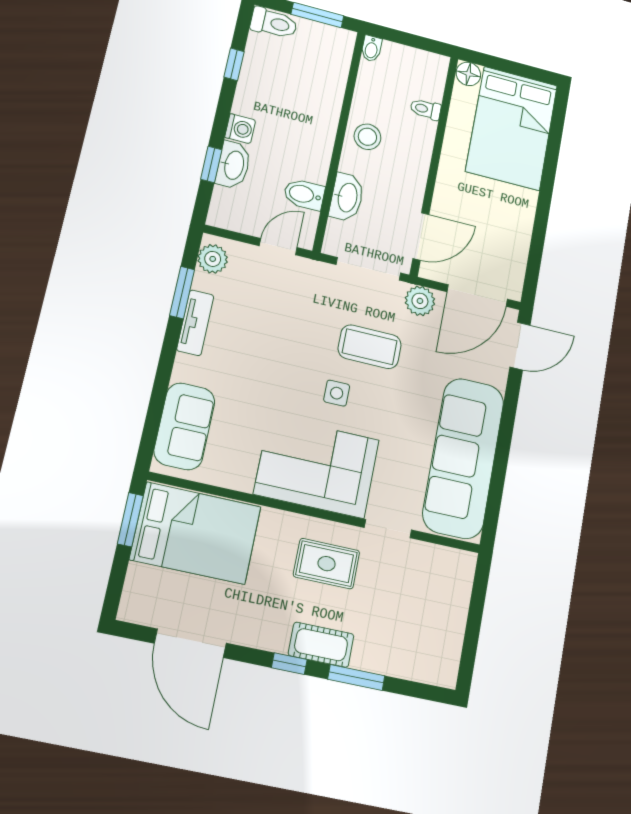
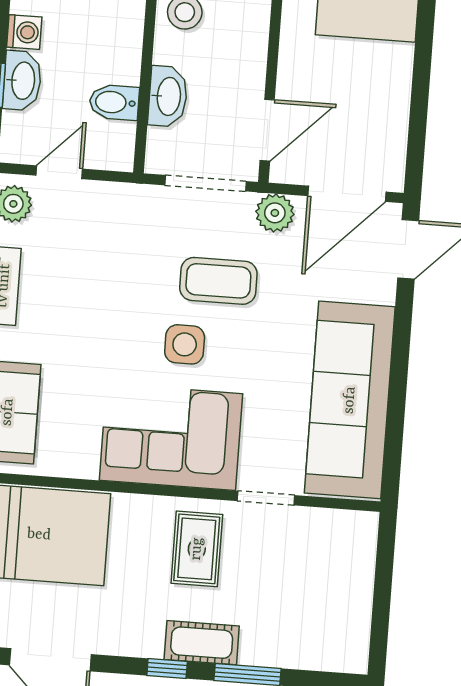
door: (278, 247) -> (59, 172), moved
side table: (337, 393) -> (185, 344), width x1.37, depth x1.37
rug: (327, 564) -> (197, 549), turned 90

